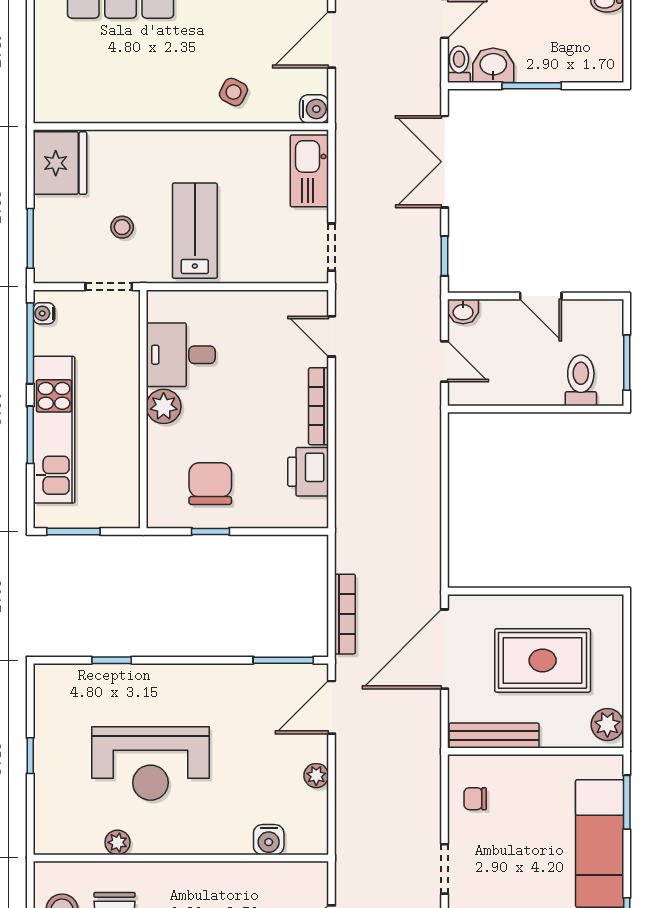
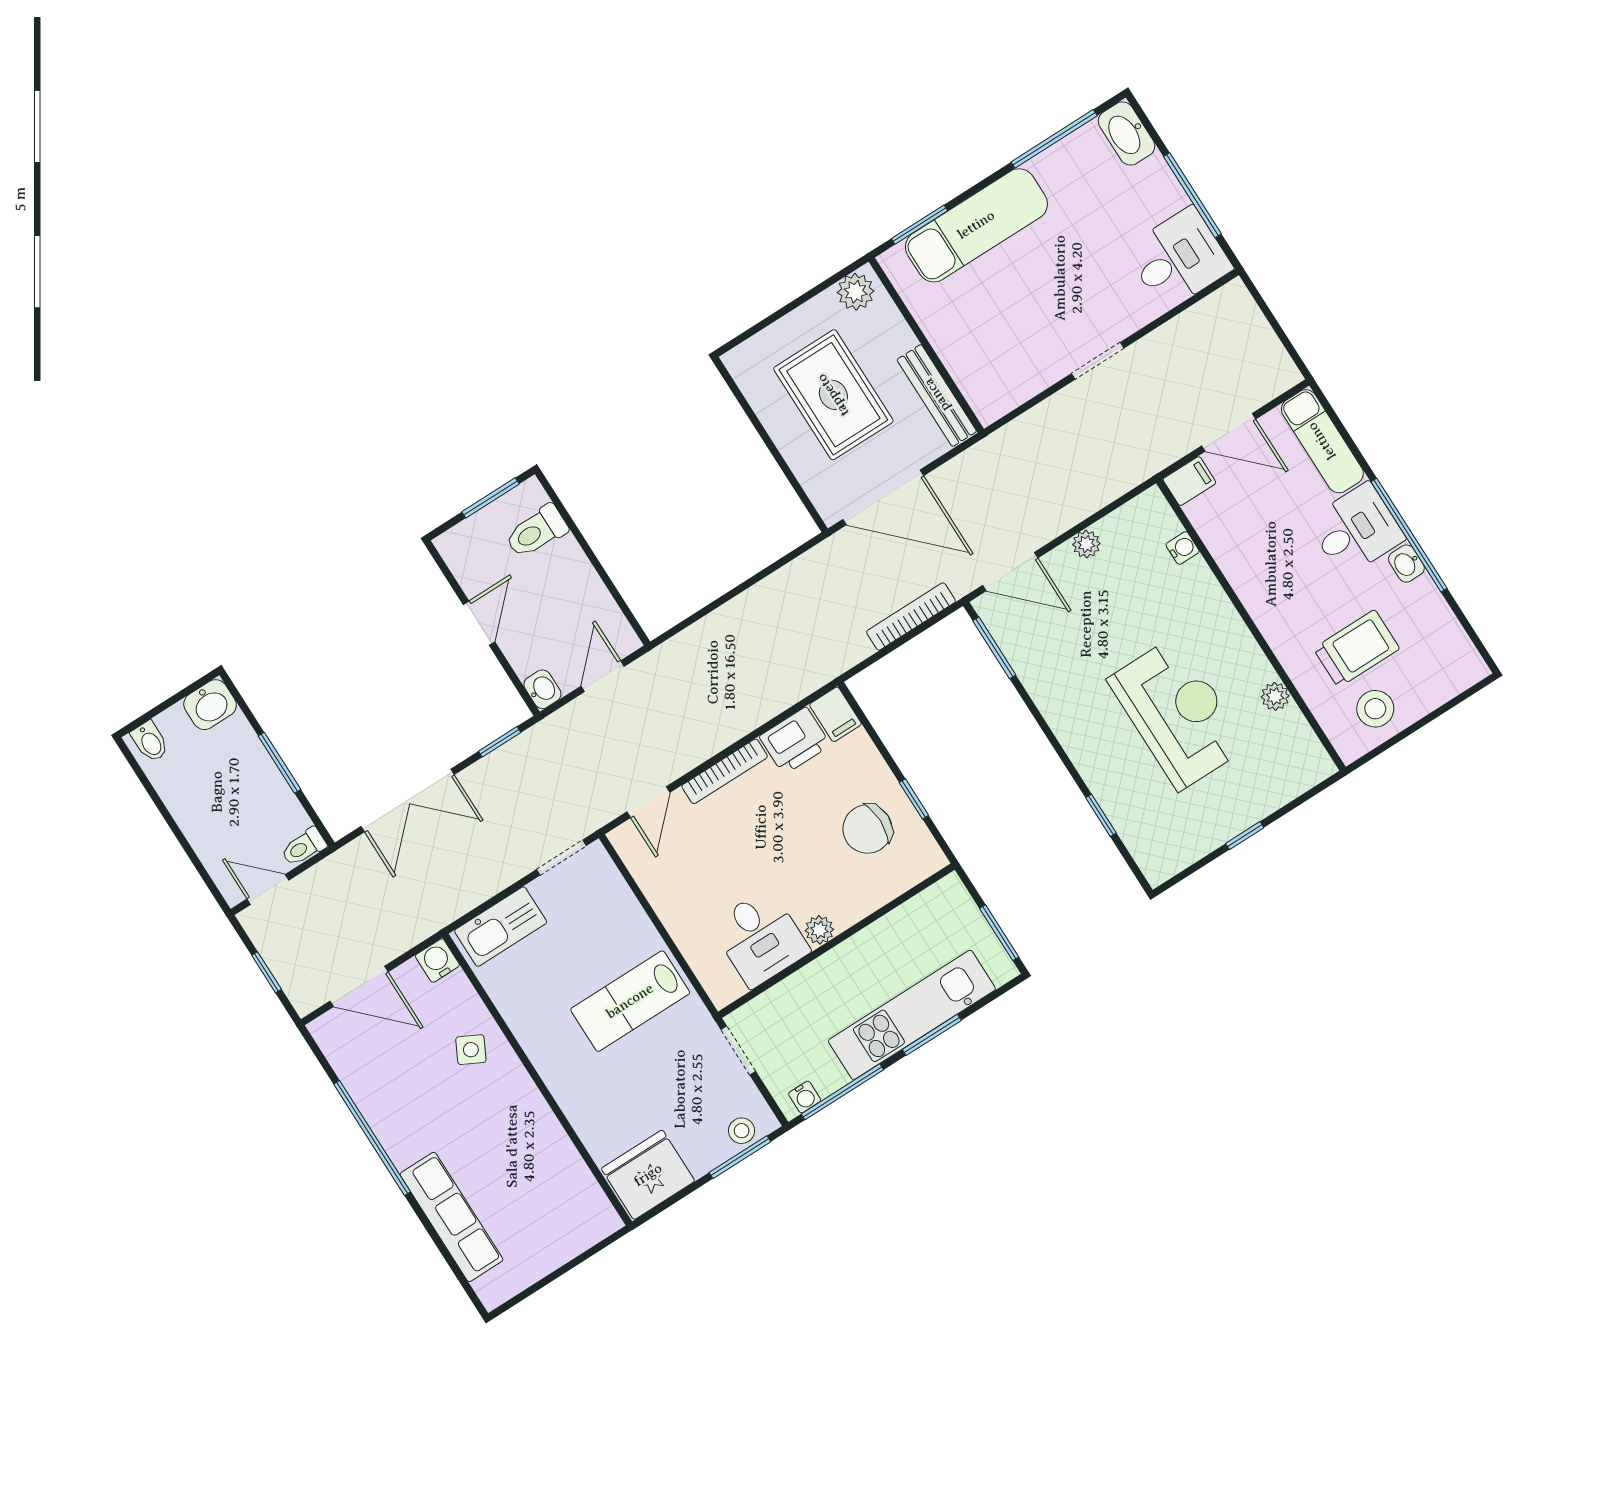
washbasin: (493, 65) -> (210, 705), moved, turned -90
stool: (122, 227) -> (742, 1131), moved
plant: (164, 406) -> (819, 930), width x0.73, depth x0.73
filing cabinet: (309, 514) -> (835, 714), added
chair: (475, 799) -> (1010, 375), removed
water cooler: (269, 840) -> (1183, 548), width x0.72, depth x0.72
filing cabinet: (314, 880) -> (1189, 481), added

